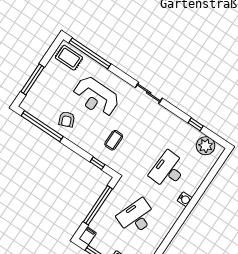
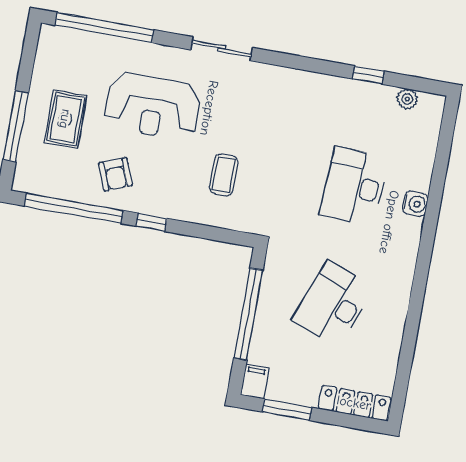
rug: (69, 58) -> (65, 119), moved, turned 90
sliding door: (149, 93) -> (222, 49), moved
plant: (206, 146) -> (407, 99), width x0.53, depth x0.53
window: (97, 163) -> (151, 222), moved
water cooler: (185, 199) -> (415, 204), moved

